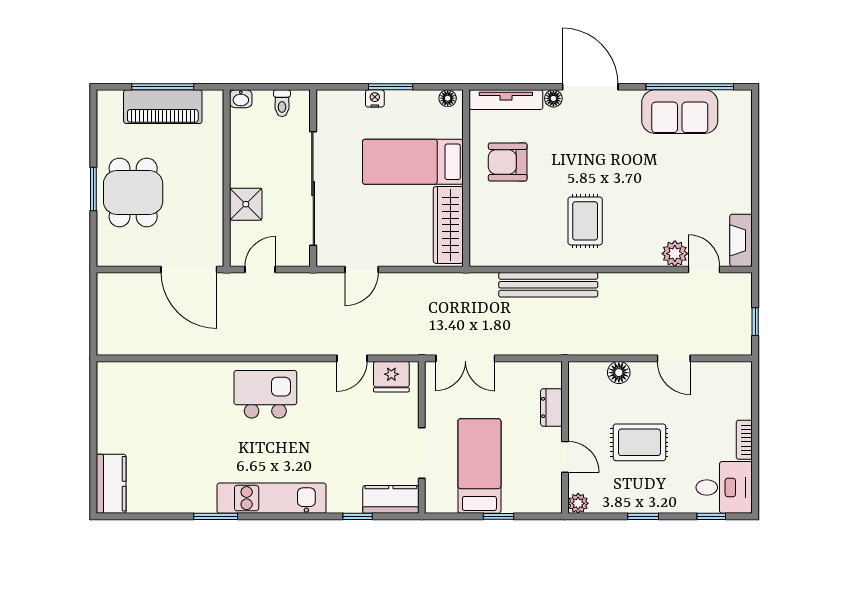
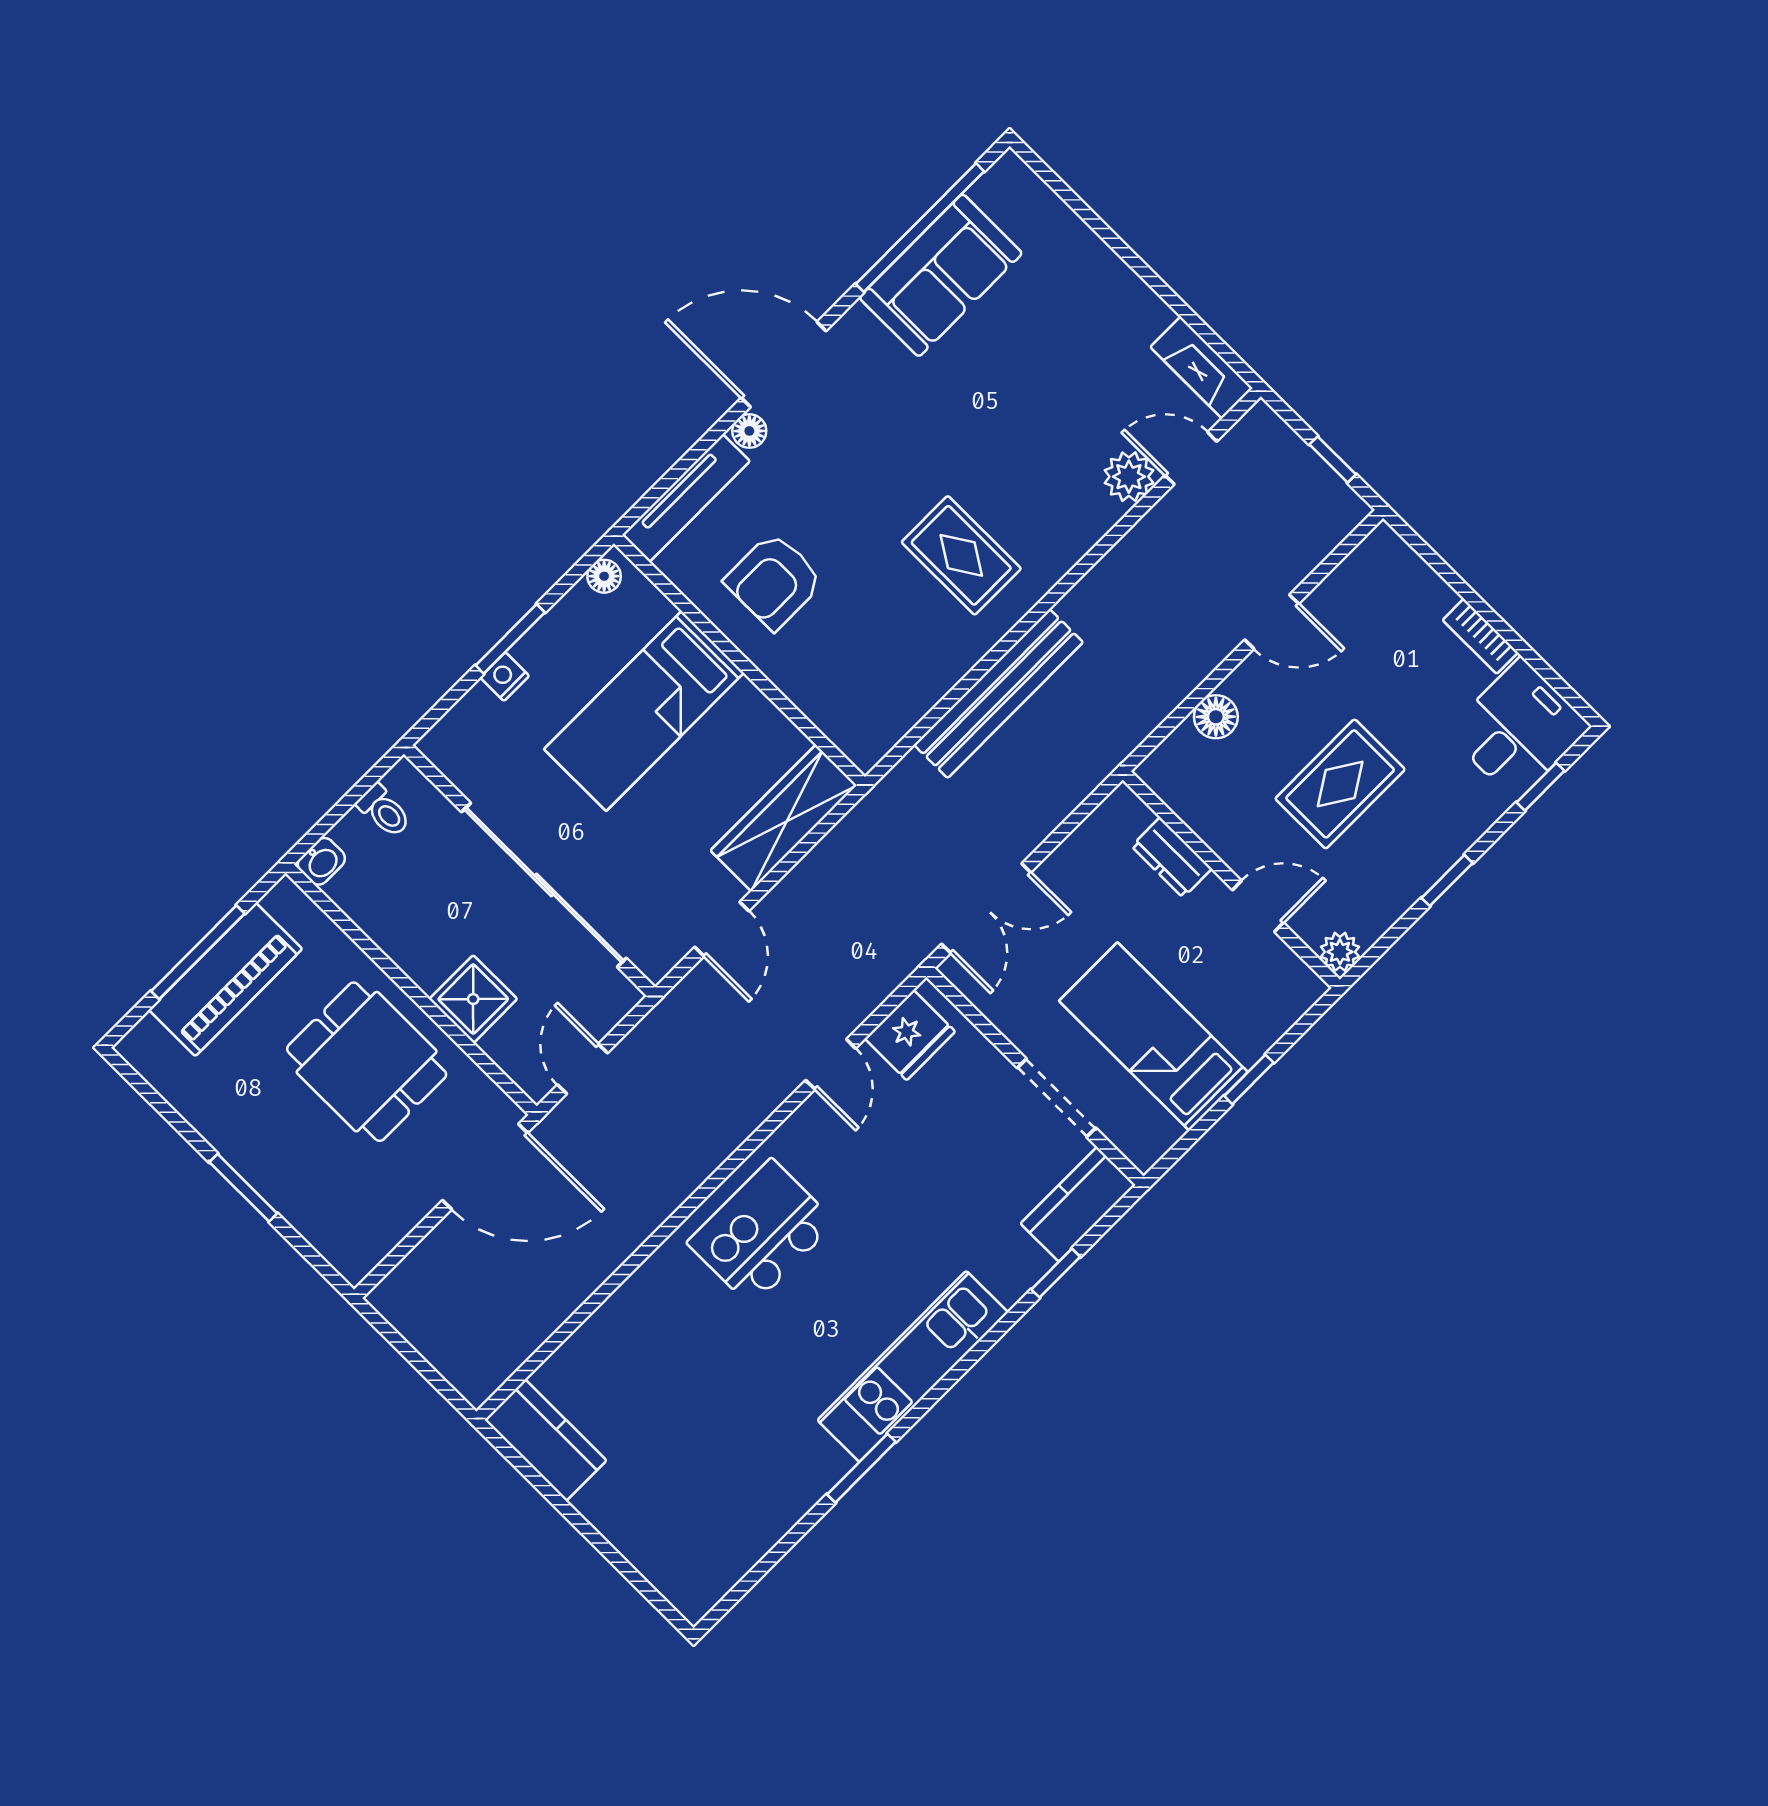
dining table: (133, 192) -> (367, 1062), moved
wardrobe: (448, 225) -> (784, 818), moved, turned 90
kitchen counter: (111, 484) -> (546, 1440), moved

